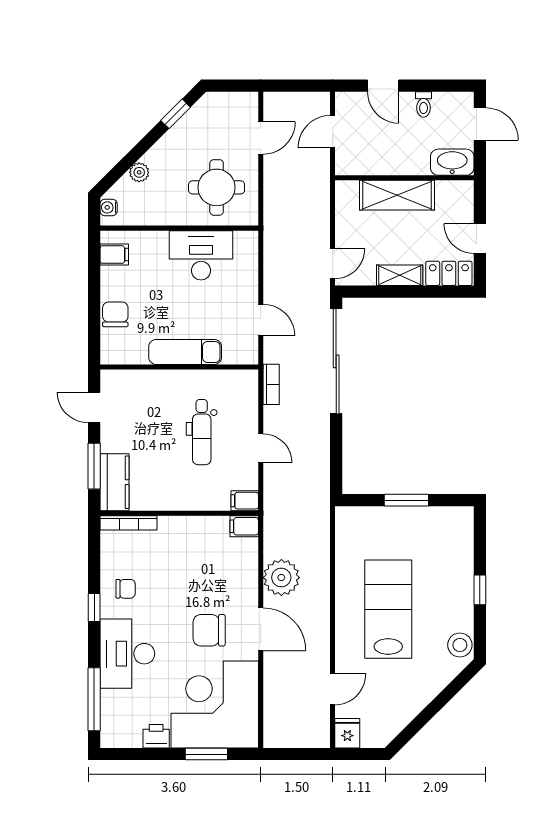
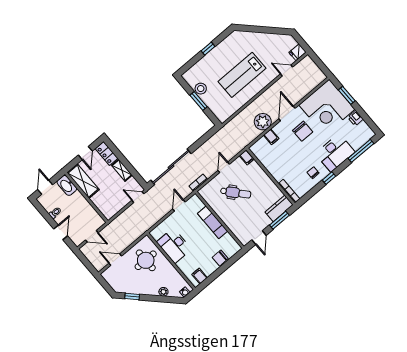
shelving: (397, 195) -> (83, 181), moved
dental chair: (202, 432) -> (236, 193), turned 49
filing cabinet: (244, 526) -> (271, 137), moved
stool: (460, 645) -> (201, 89), moved

